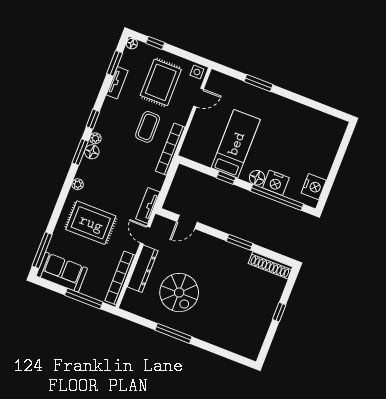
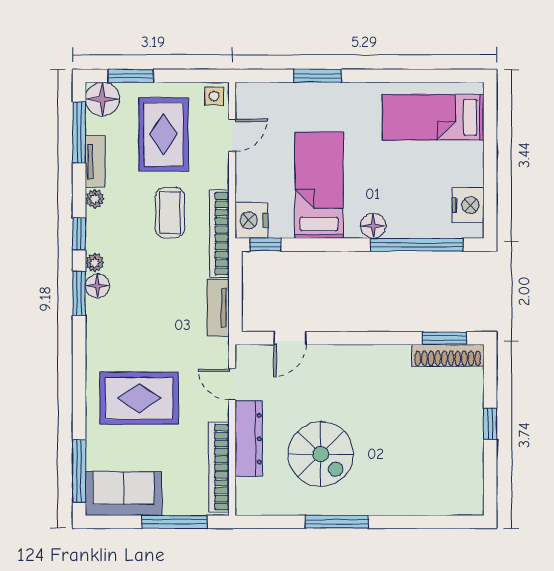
window: (155, 43) -> (131, 76), width x1.50
floor lamp: (132, 44) -> (102, 99), width x1.89, depth x1.89
window: (115, 63) -> (79, 133), width x1.44
bed: (313, 131) -> (433, 117), added
window: (226, 178) -> (265, 245), moved
nightstand: (276, 183) -> (251, 220), moved, turned 90
plant: (78, 184) -> (95, 199), moved
tv unit: (148, 205) -> (218, 308), moved
window: (240, 242) -> (445, 338), moved

